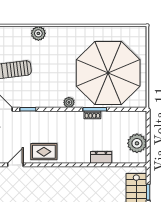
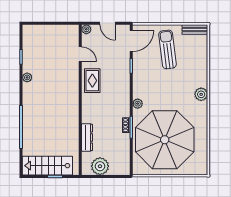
plant: (38, 33) -> (201, 94), moved
dresser: (101, 157) -> (87, 137), width x1.44

